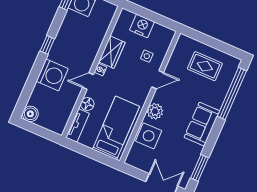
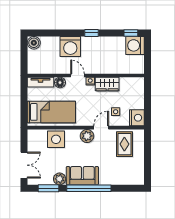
nightstand: (142, 26) -> (137, 118), moved
rug: (205, 66) -> (124, 144), moved
door: (158, 80) -> (101, 128), swing flipped
window: (232, 94) -> (89, 188), moved
plant: (155, 111) -> (87, 136), moved
plant: (194, 151) -> (60, 179), added

